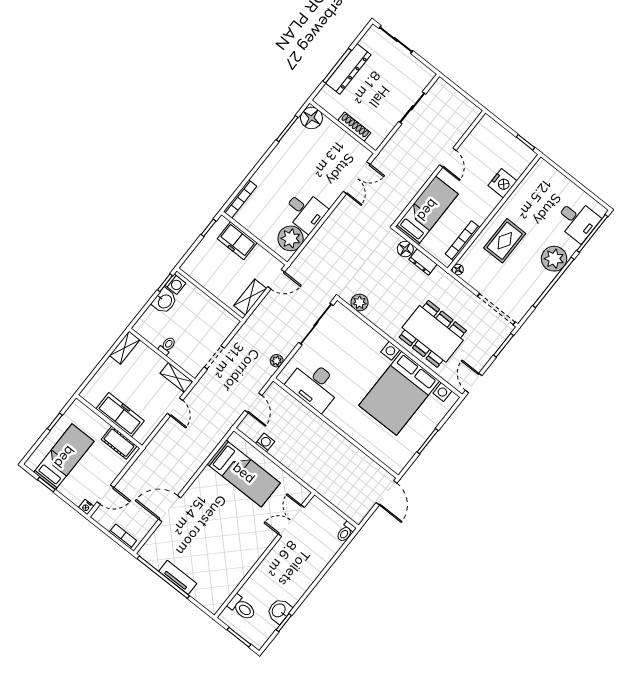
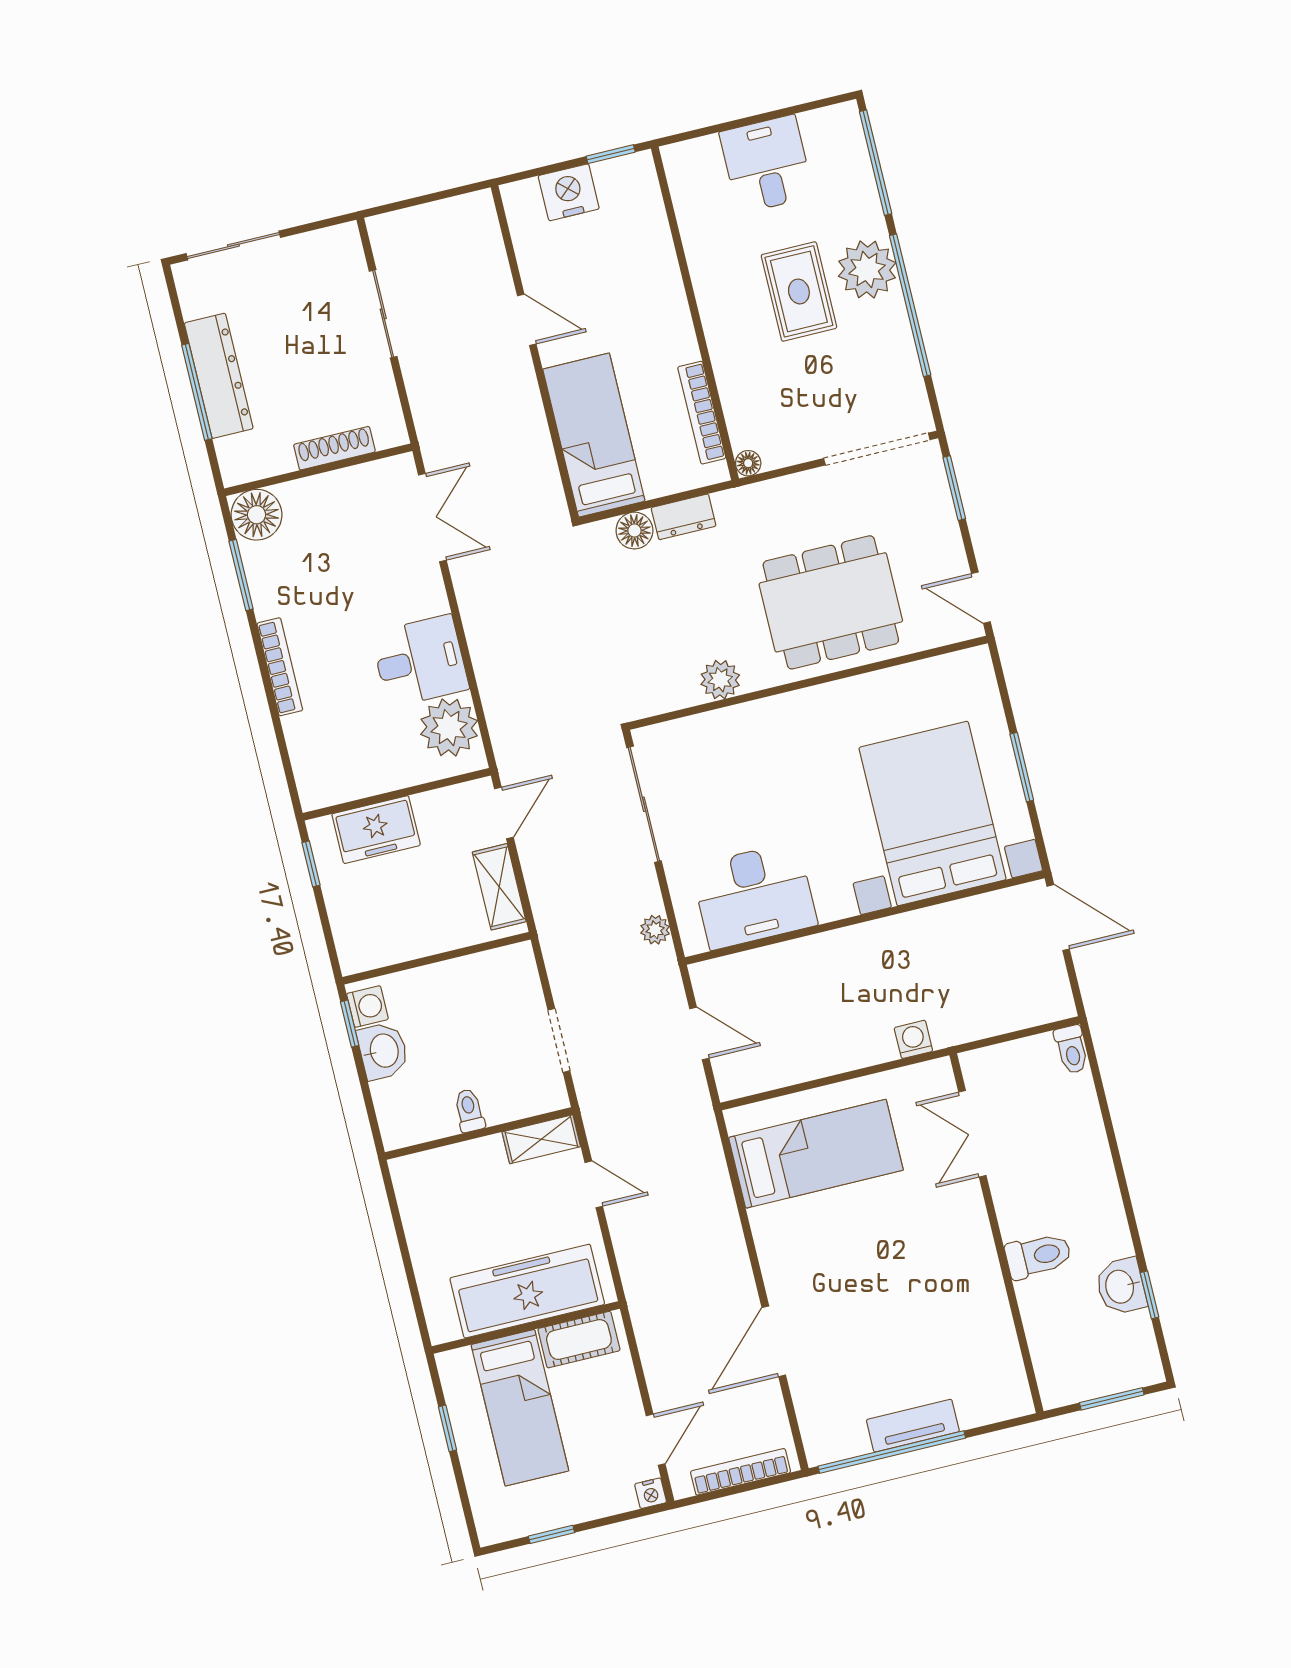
nightstand: (502, 183) -> (569, 192), moved, turned -90
bookcase: (240, 199) -> (280, 667), moved
desk: (577, 220) -> (767, 164), moved, turned -90
rug: (505, 241) -> (799, 291), moved
plant: (360, 302) -> (720, 680), moved
shelving: (125, 348) -> (411, 1192), removed
bed with nightstands: (399, 393) -> (933, 813), moved, turned 180
freezer: (120, 415) -> (527, 1291), width x1.36, depth x1.26
washing machine: (265, 443) -> (913, 1039), moved
bed: (64, 457) -> (520, 1408), moved, turned 180
bookcase: (123, 536) -> (741, 1472), width x1.56
toilet: (242, 608) -> (1038, 1256), moved

